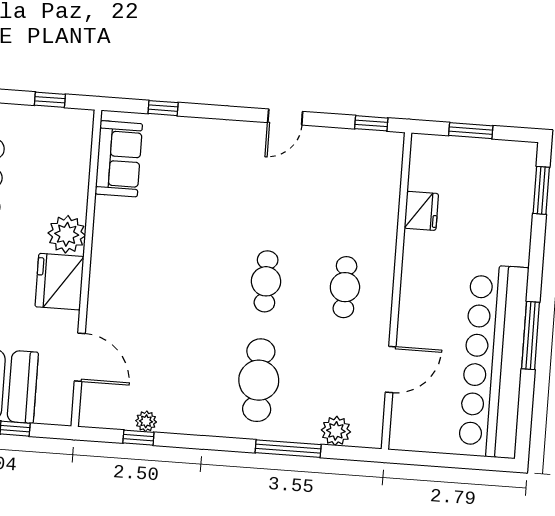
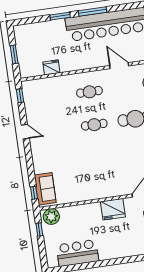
window: (163, 108) -> (34, 193), moved
sofa: (119, 159) -> (45, 189), moved, turned 90
window: (541, 190) -> (60, 16), moved
plant: (67, 234) -> (51, 217), moved

